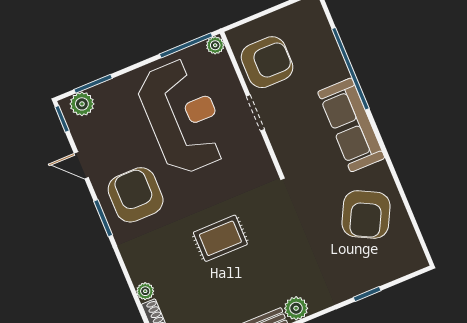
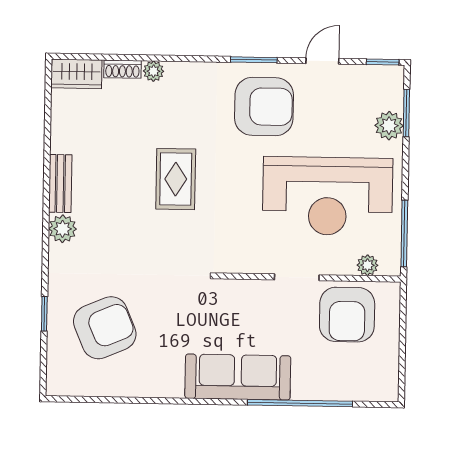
plant: (215, 45) -> (367, 265), moved
plant: (82, 104) -> (389, 126), moved
armchair: (366, 214) -> (105, 328), moved, turned 130

